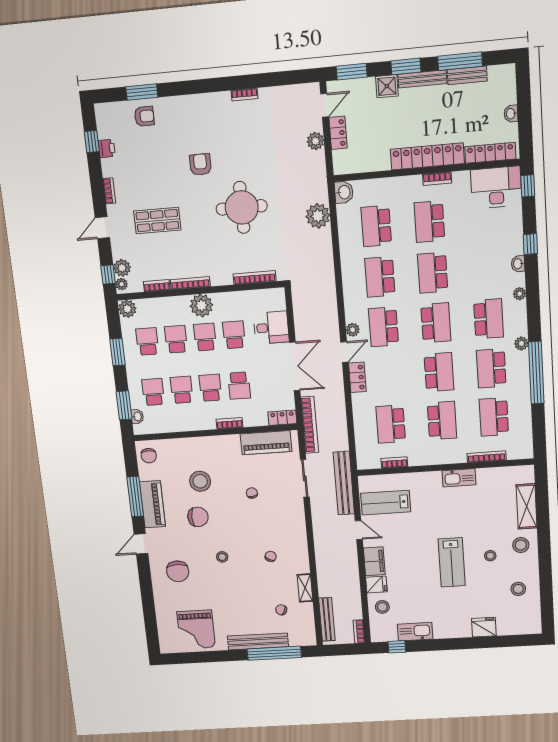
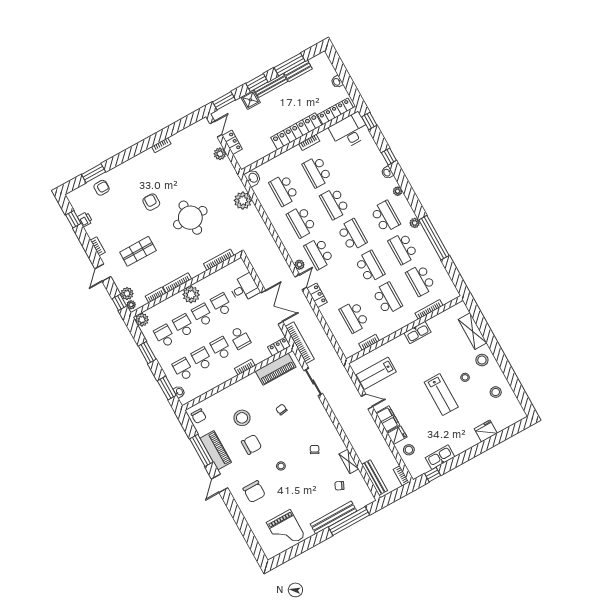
bench: (344, 483) -> (341, 373), removed

